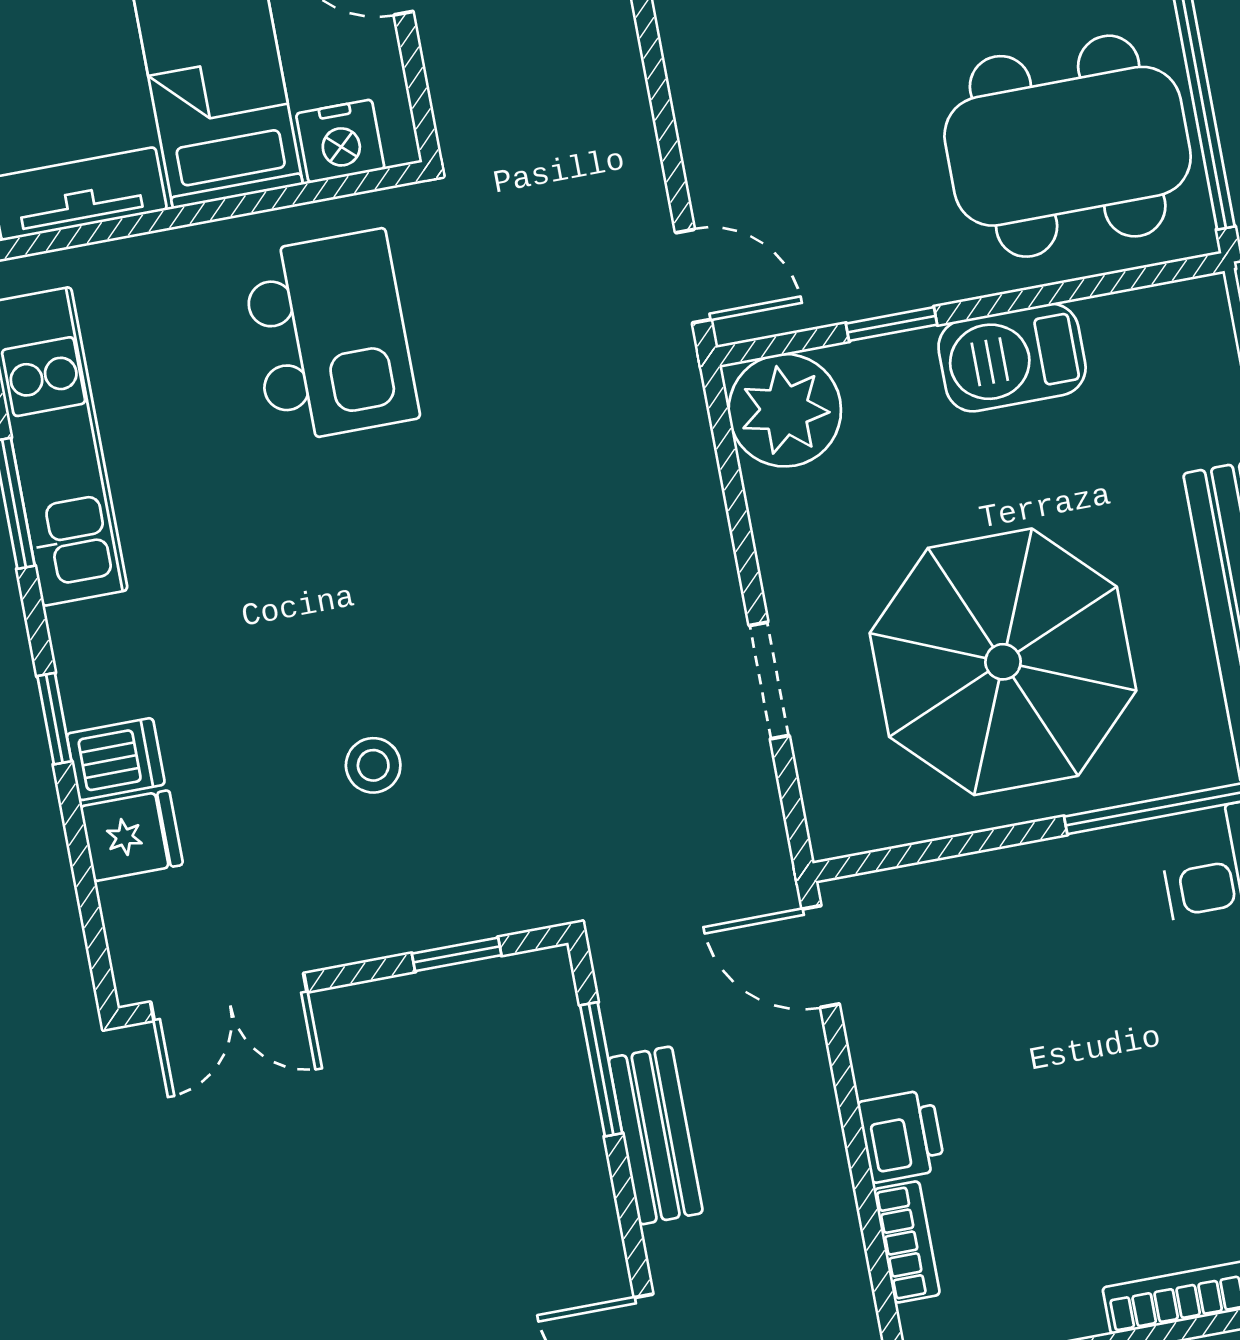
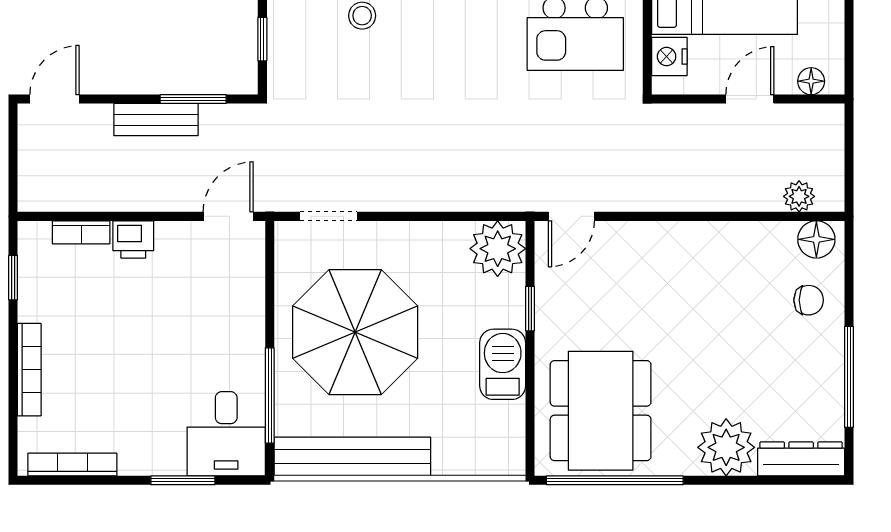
doorway: (769, 681) -> (329, 216), moved

